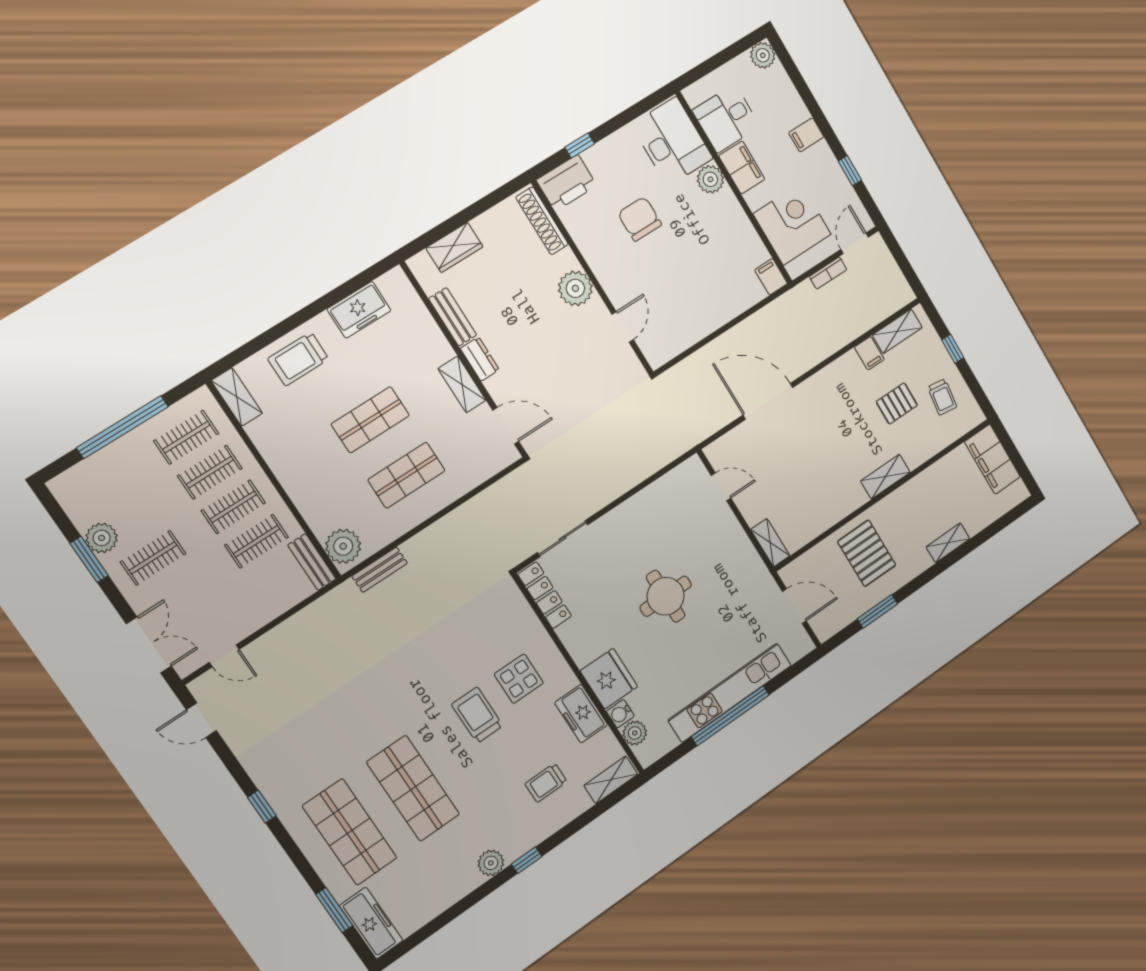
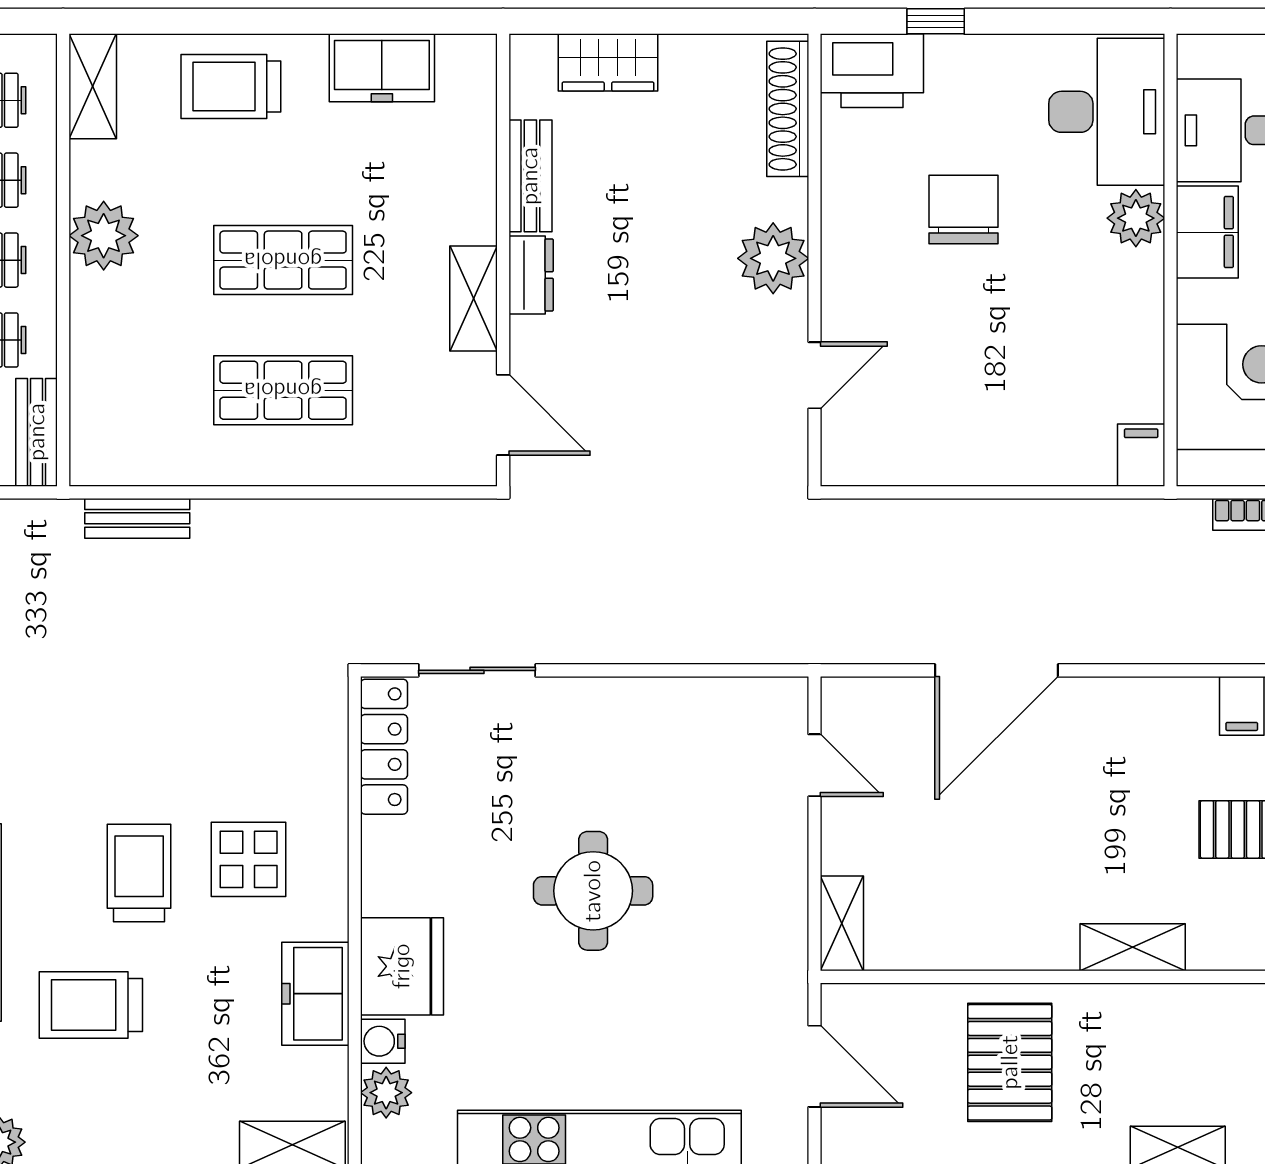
door: (768, 401) -> (996, 670), swing flipped
plant: (343, 546) -> (104, 236), moved
trolley: (546, 783) -> (91, 1005), moved, width x1.36, depth x1.39

